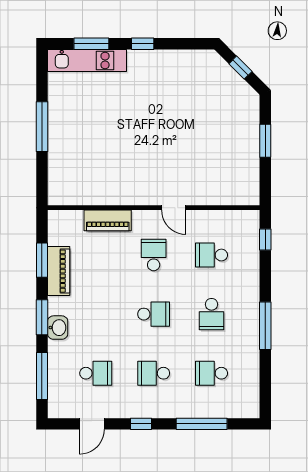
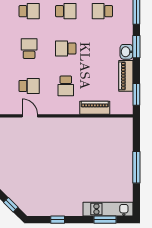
window: (143, 44) -> (58, 220), moved
door: (174, 208) -> (30, 116), moved
window: (42, 260) -> (136, 94), moved
washbasin: (58, 328) -> (126, 52), moved

